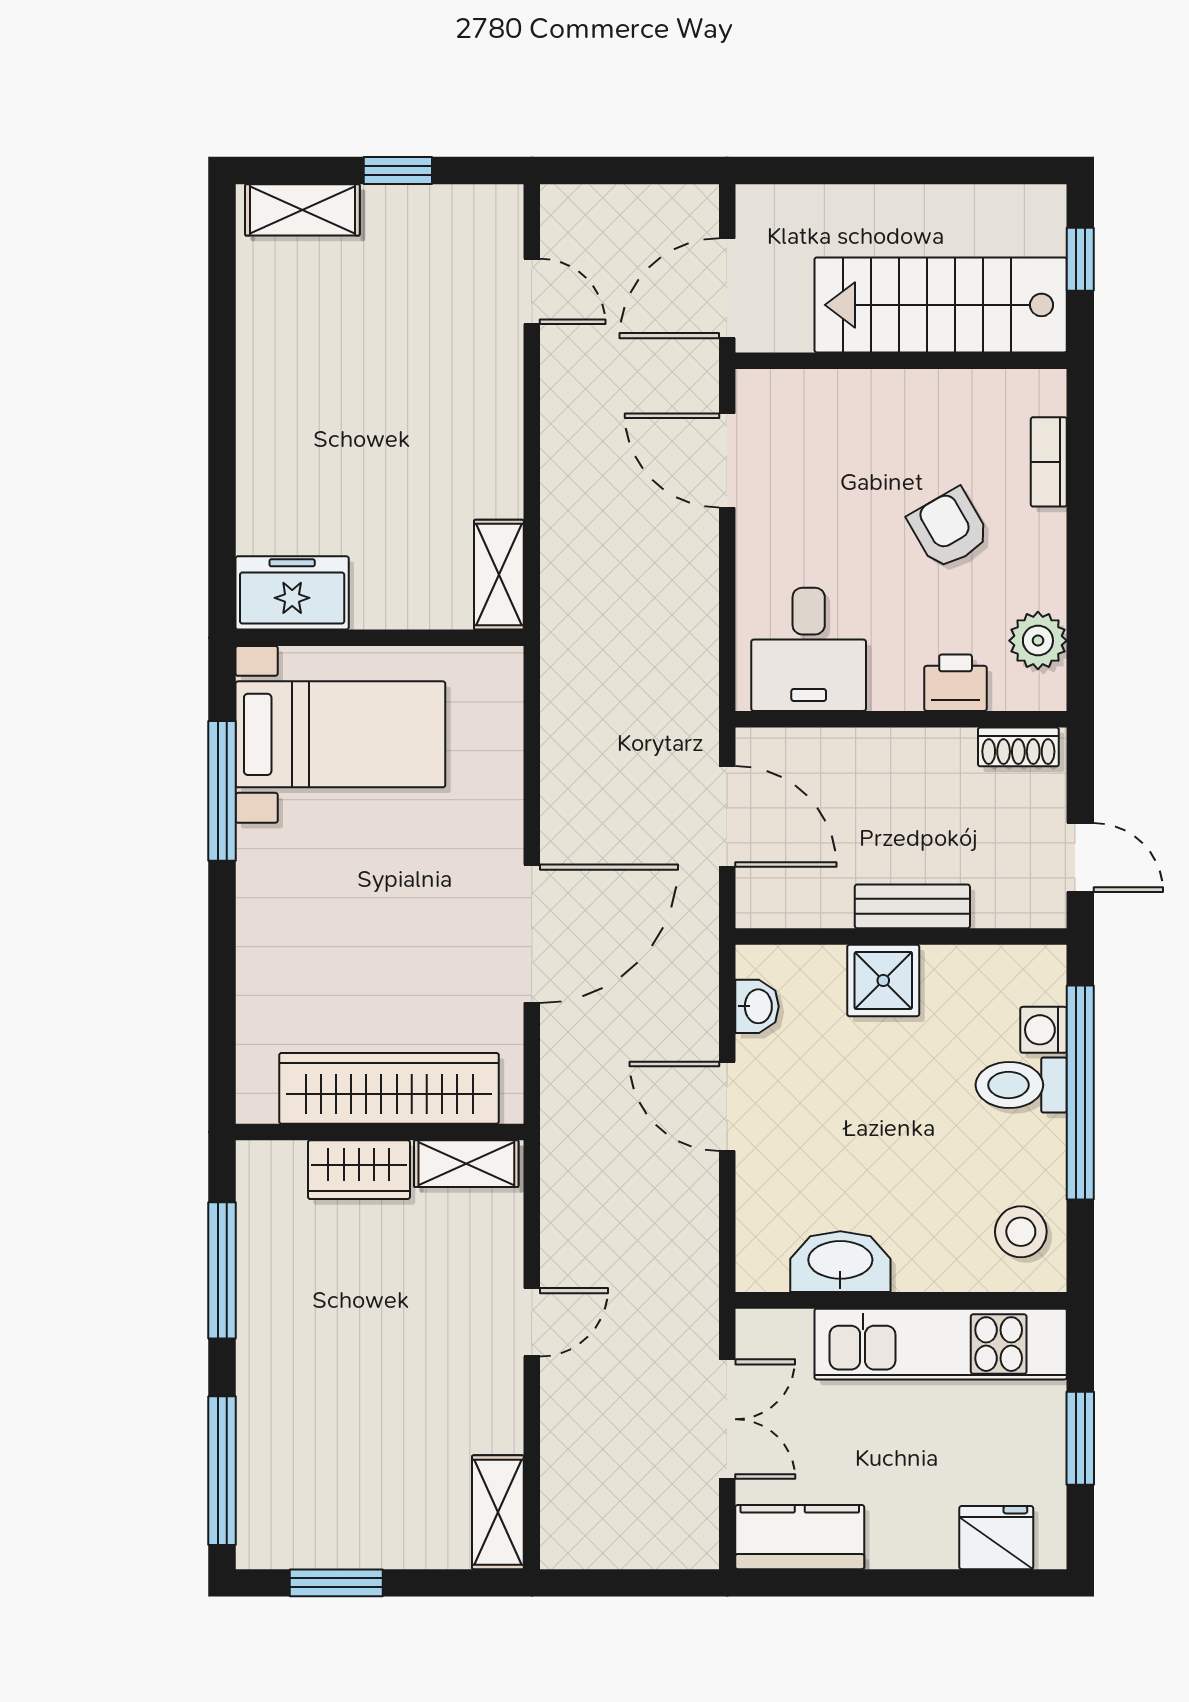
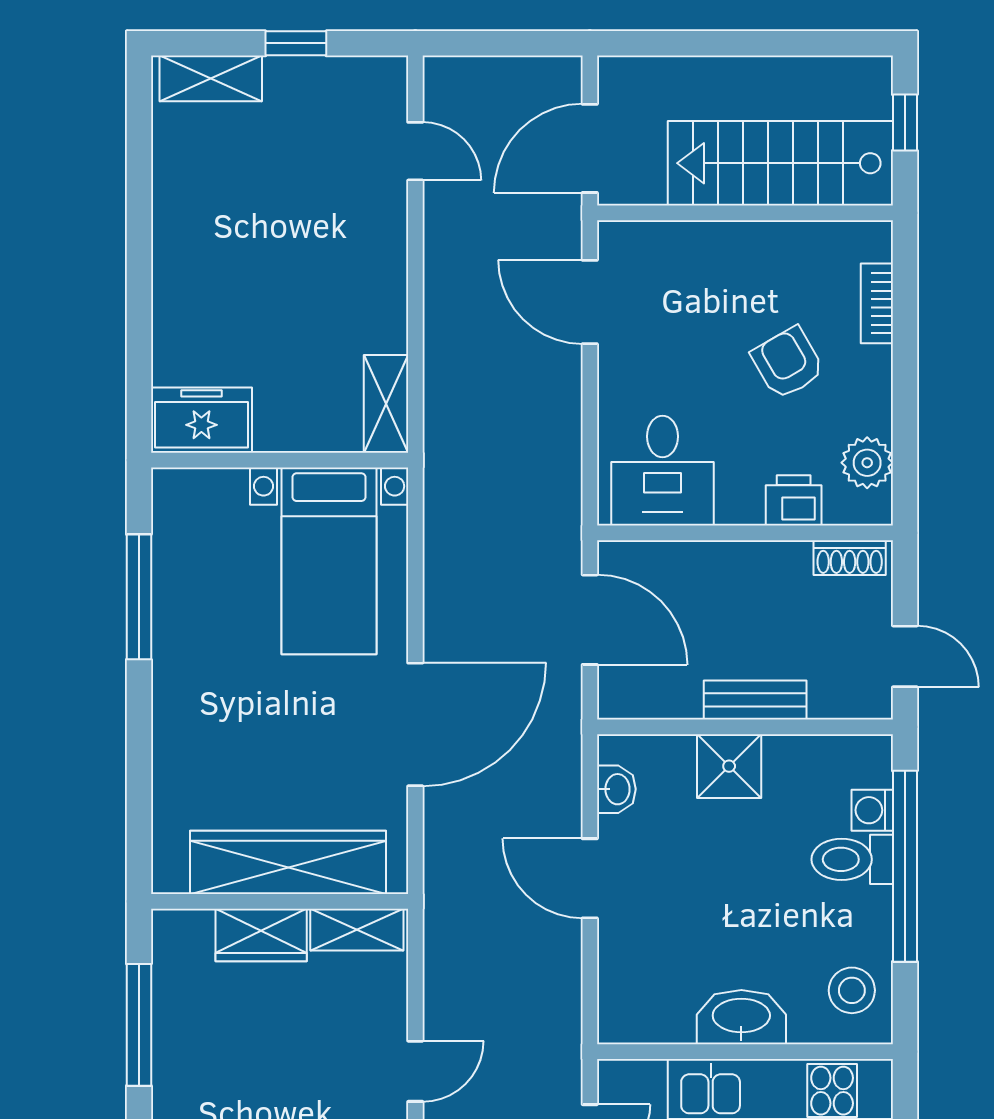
bed with nightstands: (340, 734) -> (329, 561), moved, turned 90
washbasin: (840, 1262) -> (741, 1017), moved

